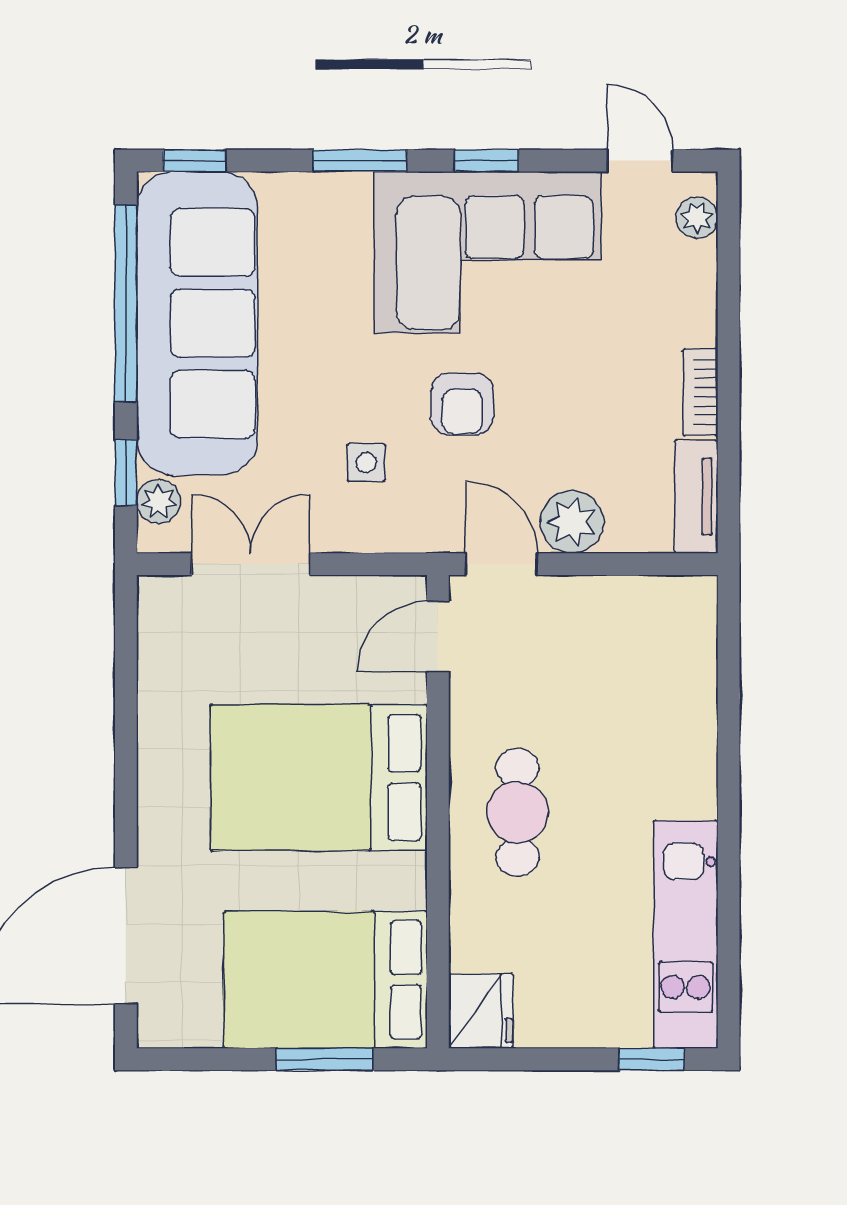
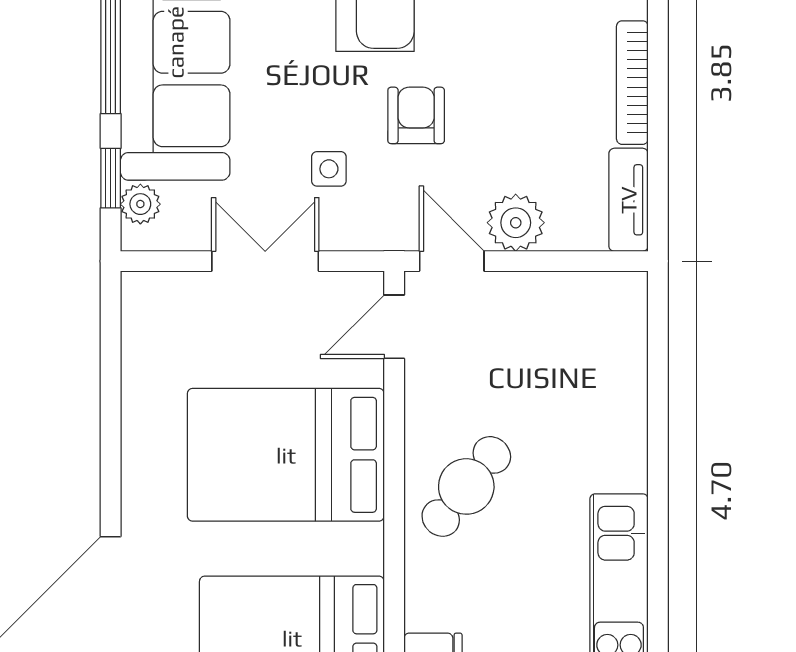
bookcase: (700, 392) -> (632, 83), width x1.56
armchair: (462, 404) -> (416, 115), turned 180
double door: (251, 564) -> (265, 261), moved
cafe table: (518, 812) -> (466, 486), turned 39

